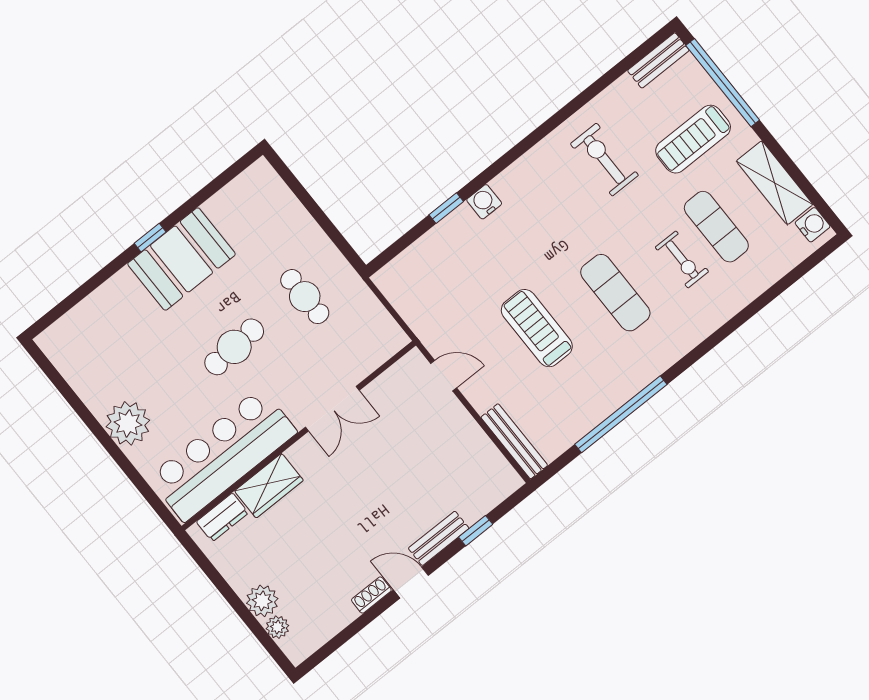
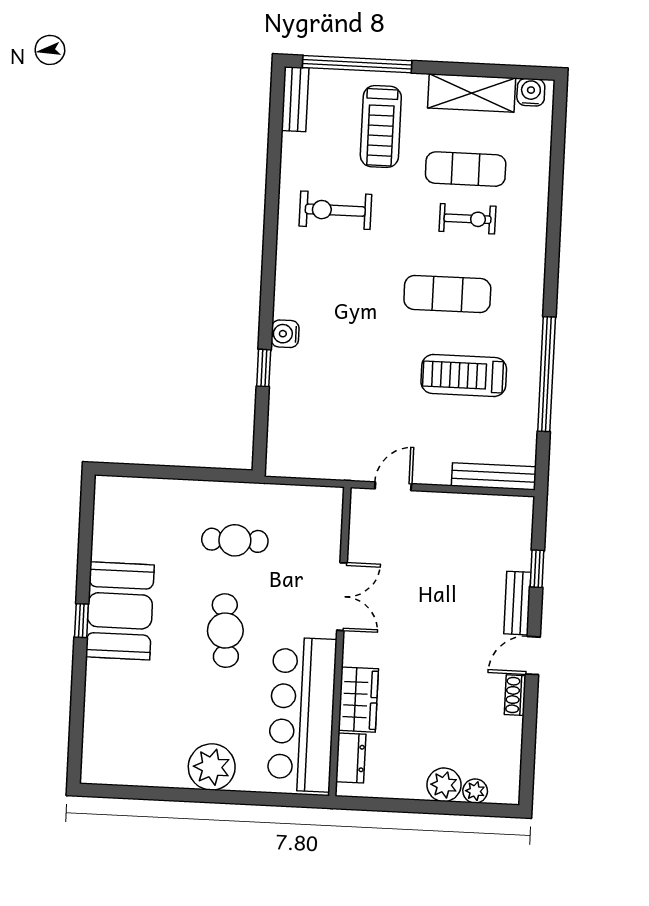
treadmill: (537, 328) -> (464, 375), moved

